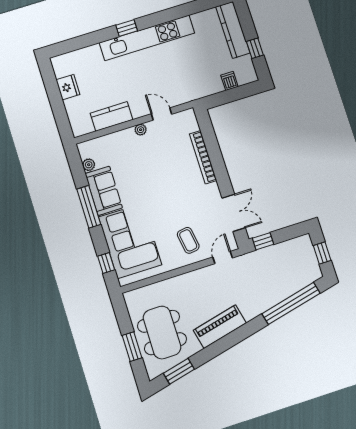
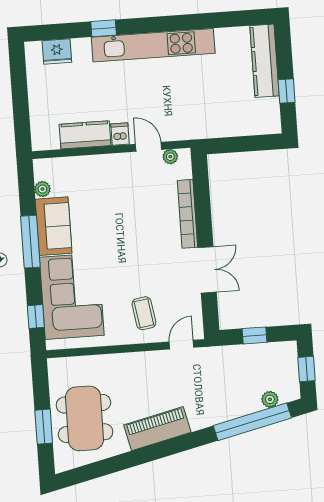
window: (127, 28) -> (104, 28), moved
dishwasher: (229, 81) -> (120, 134), moved
fridge: (68, 87) -> (57, 52), moved, turned 90
plant: (141, 130) -> (170, 157), moved
double door: (234, 213) -> (207, 270), moved
window: (263, 241) -> (254, 335), moved
plant: (300, 283) -> (270, 399), added
window: (179, 371) -> (94, 471), removed

